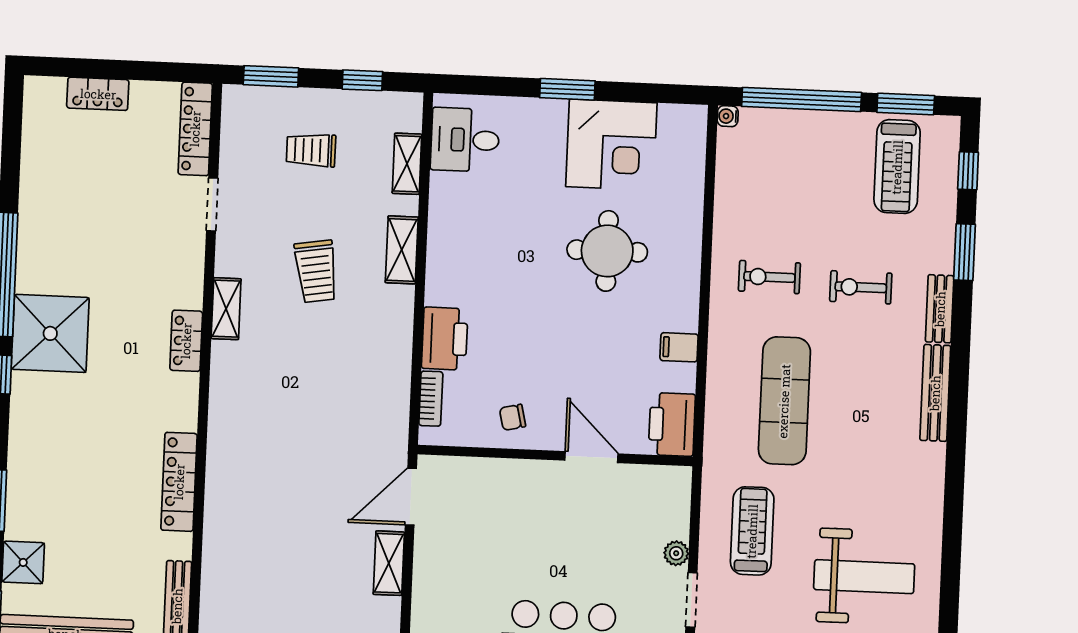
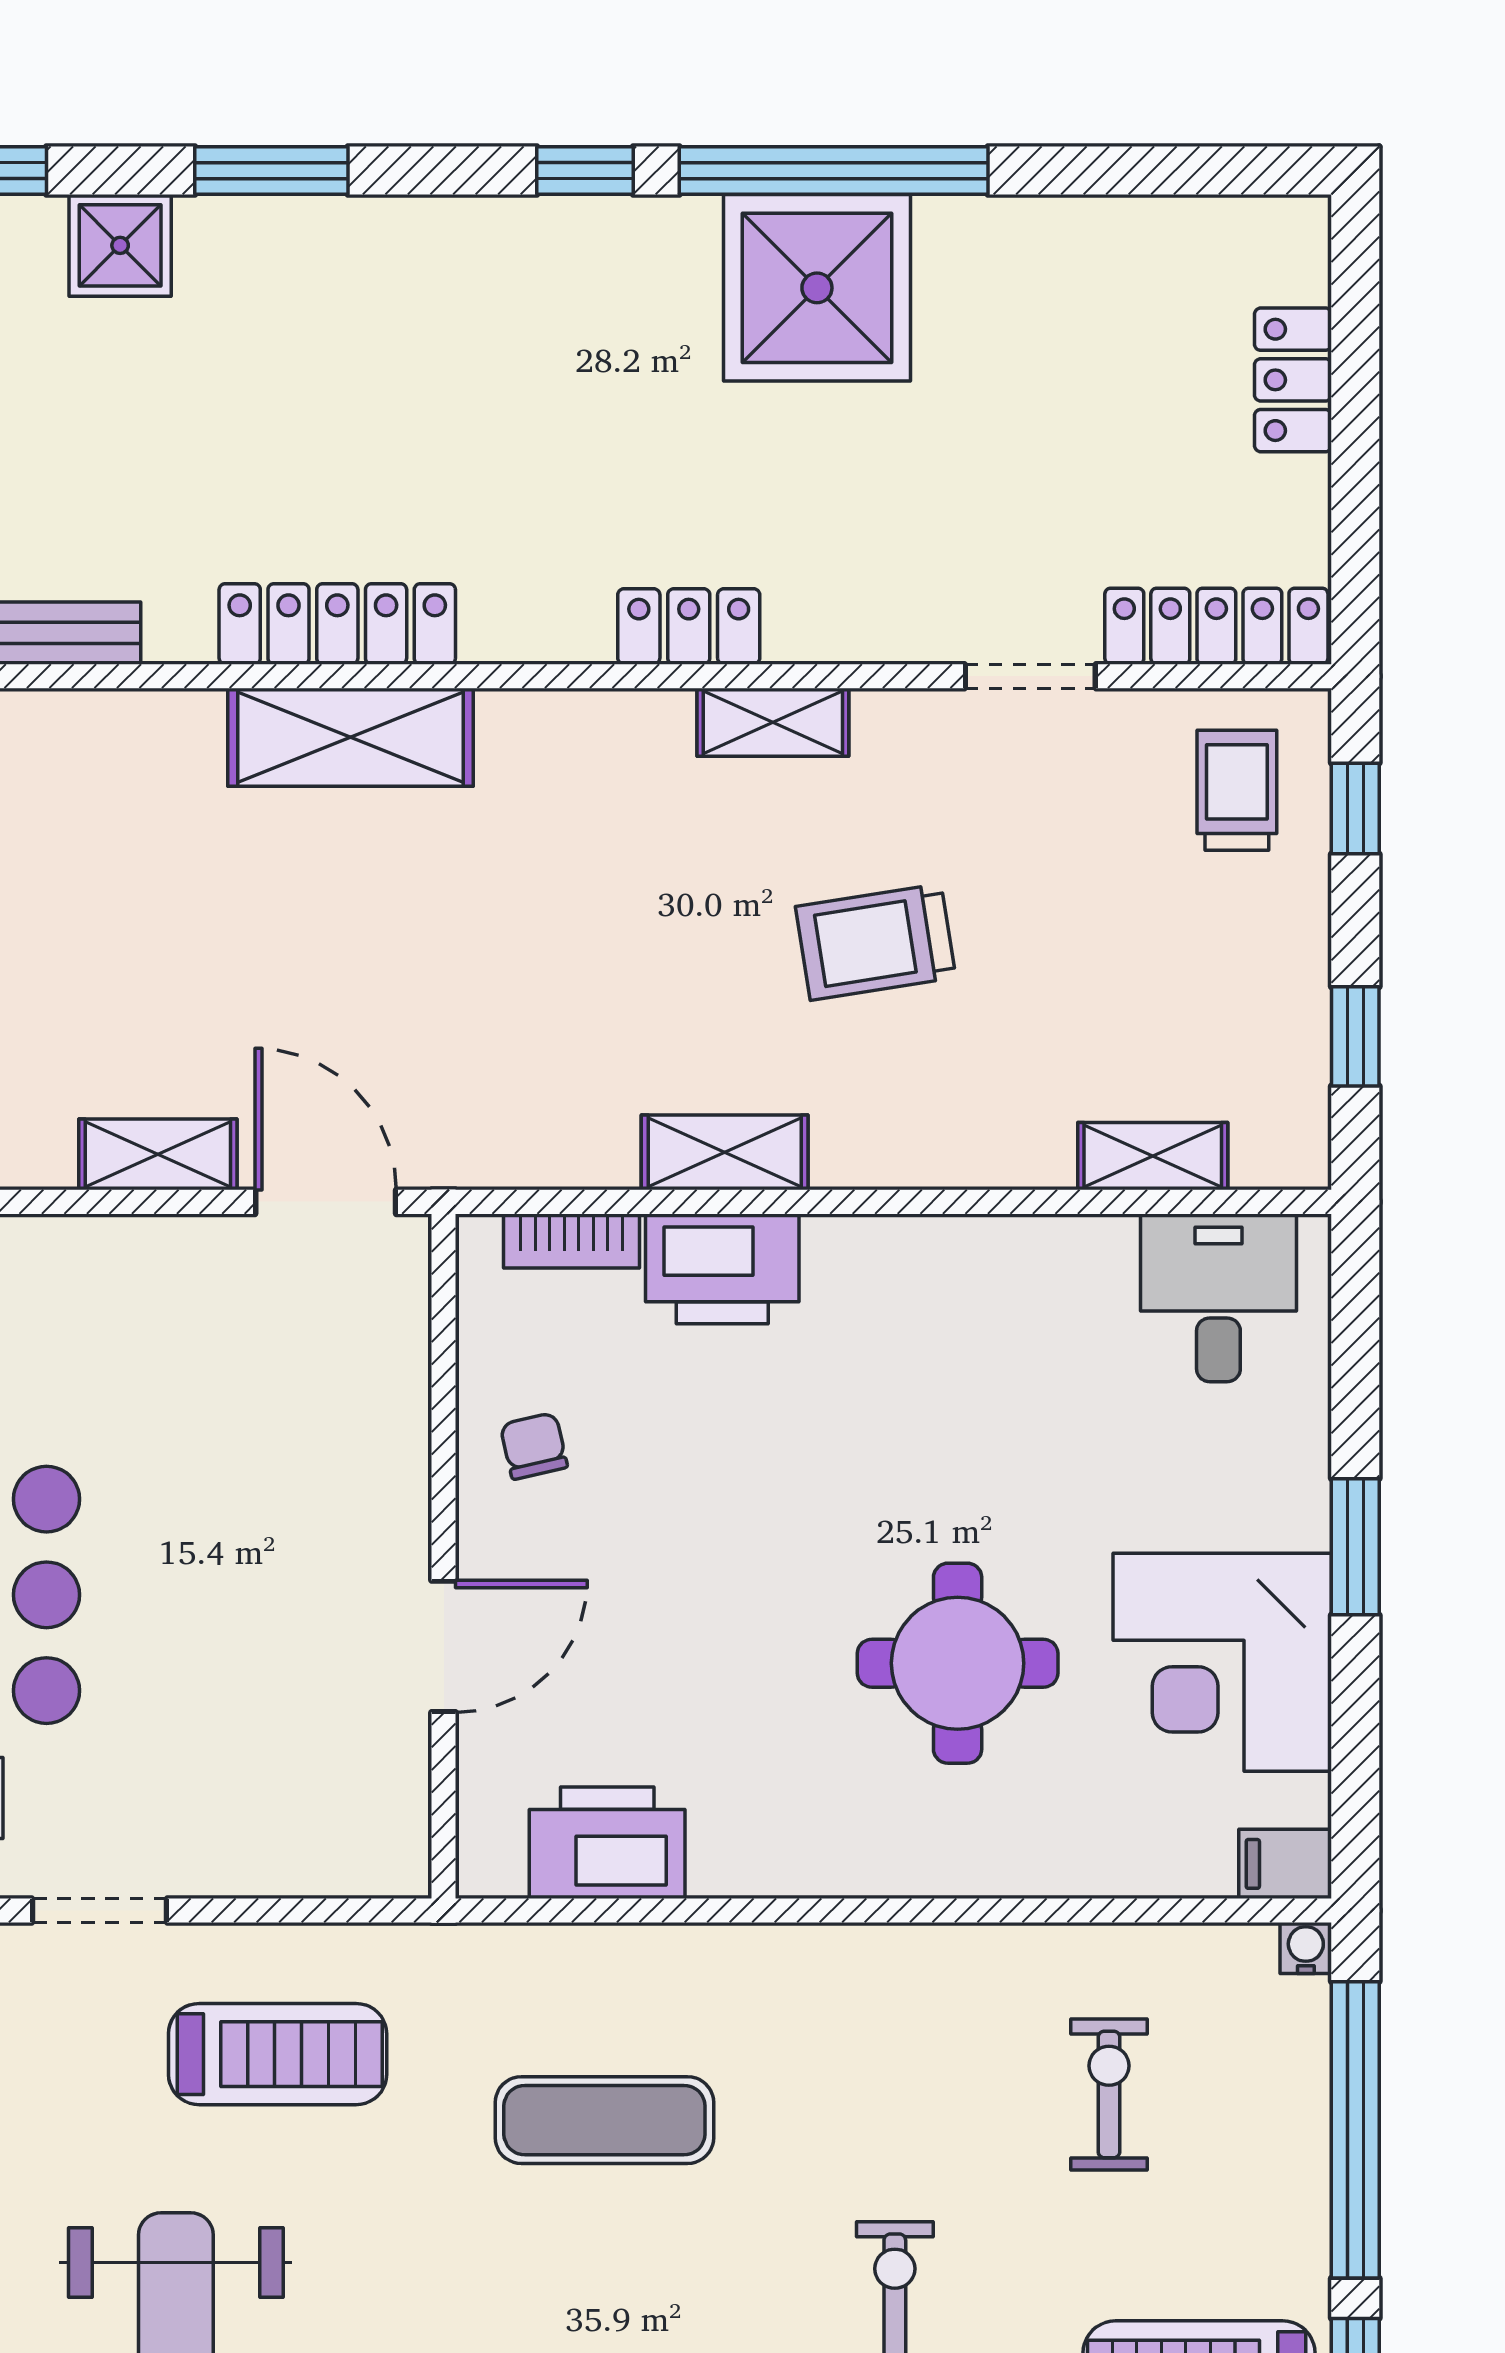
window: (271, 76) -> (1355, 808), width x0.67
trolley: (311, 150) -> (1237, 790), moved
shelving: (402, 250) -> (725, 1152), moved
exercise bike: (769, 277) -> (1109, 2094), moved
shower: (50, 333) -> (817, 288), moved
filing cabinet: (679, 347) -> (1285, 1864), moved, turned -90
exercise mat: (784, 401) -> (604, 2120), width x0.73, depth x0.69
printer: (672, 424) -> (607, 1843), moved
shelving: (225, 479) -> (350, 737), added
plant: (676, 553) -> (214, 1868), removed

